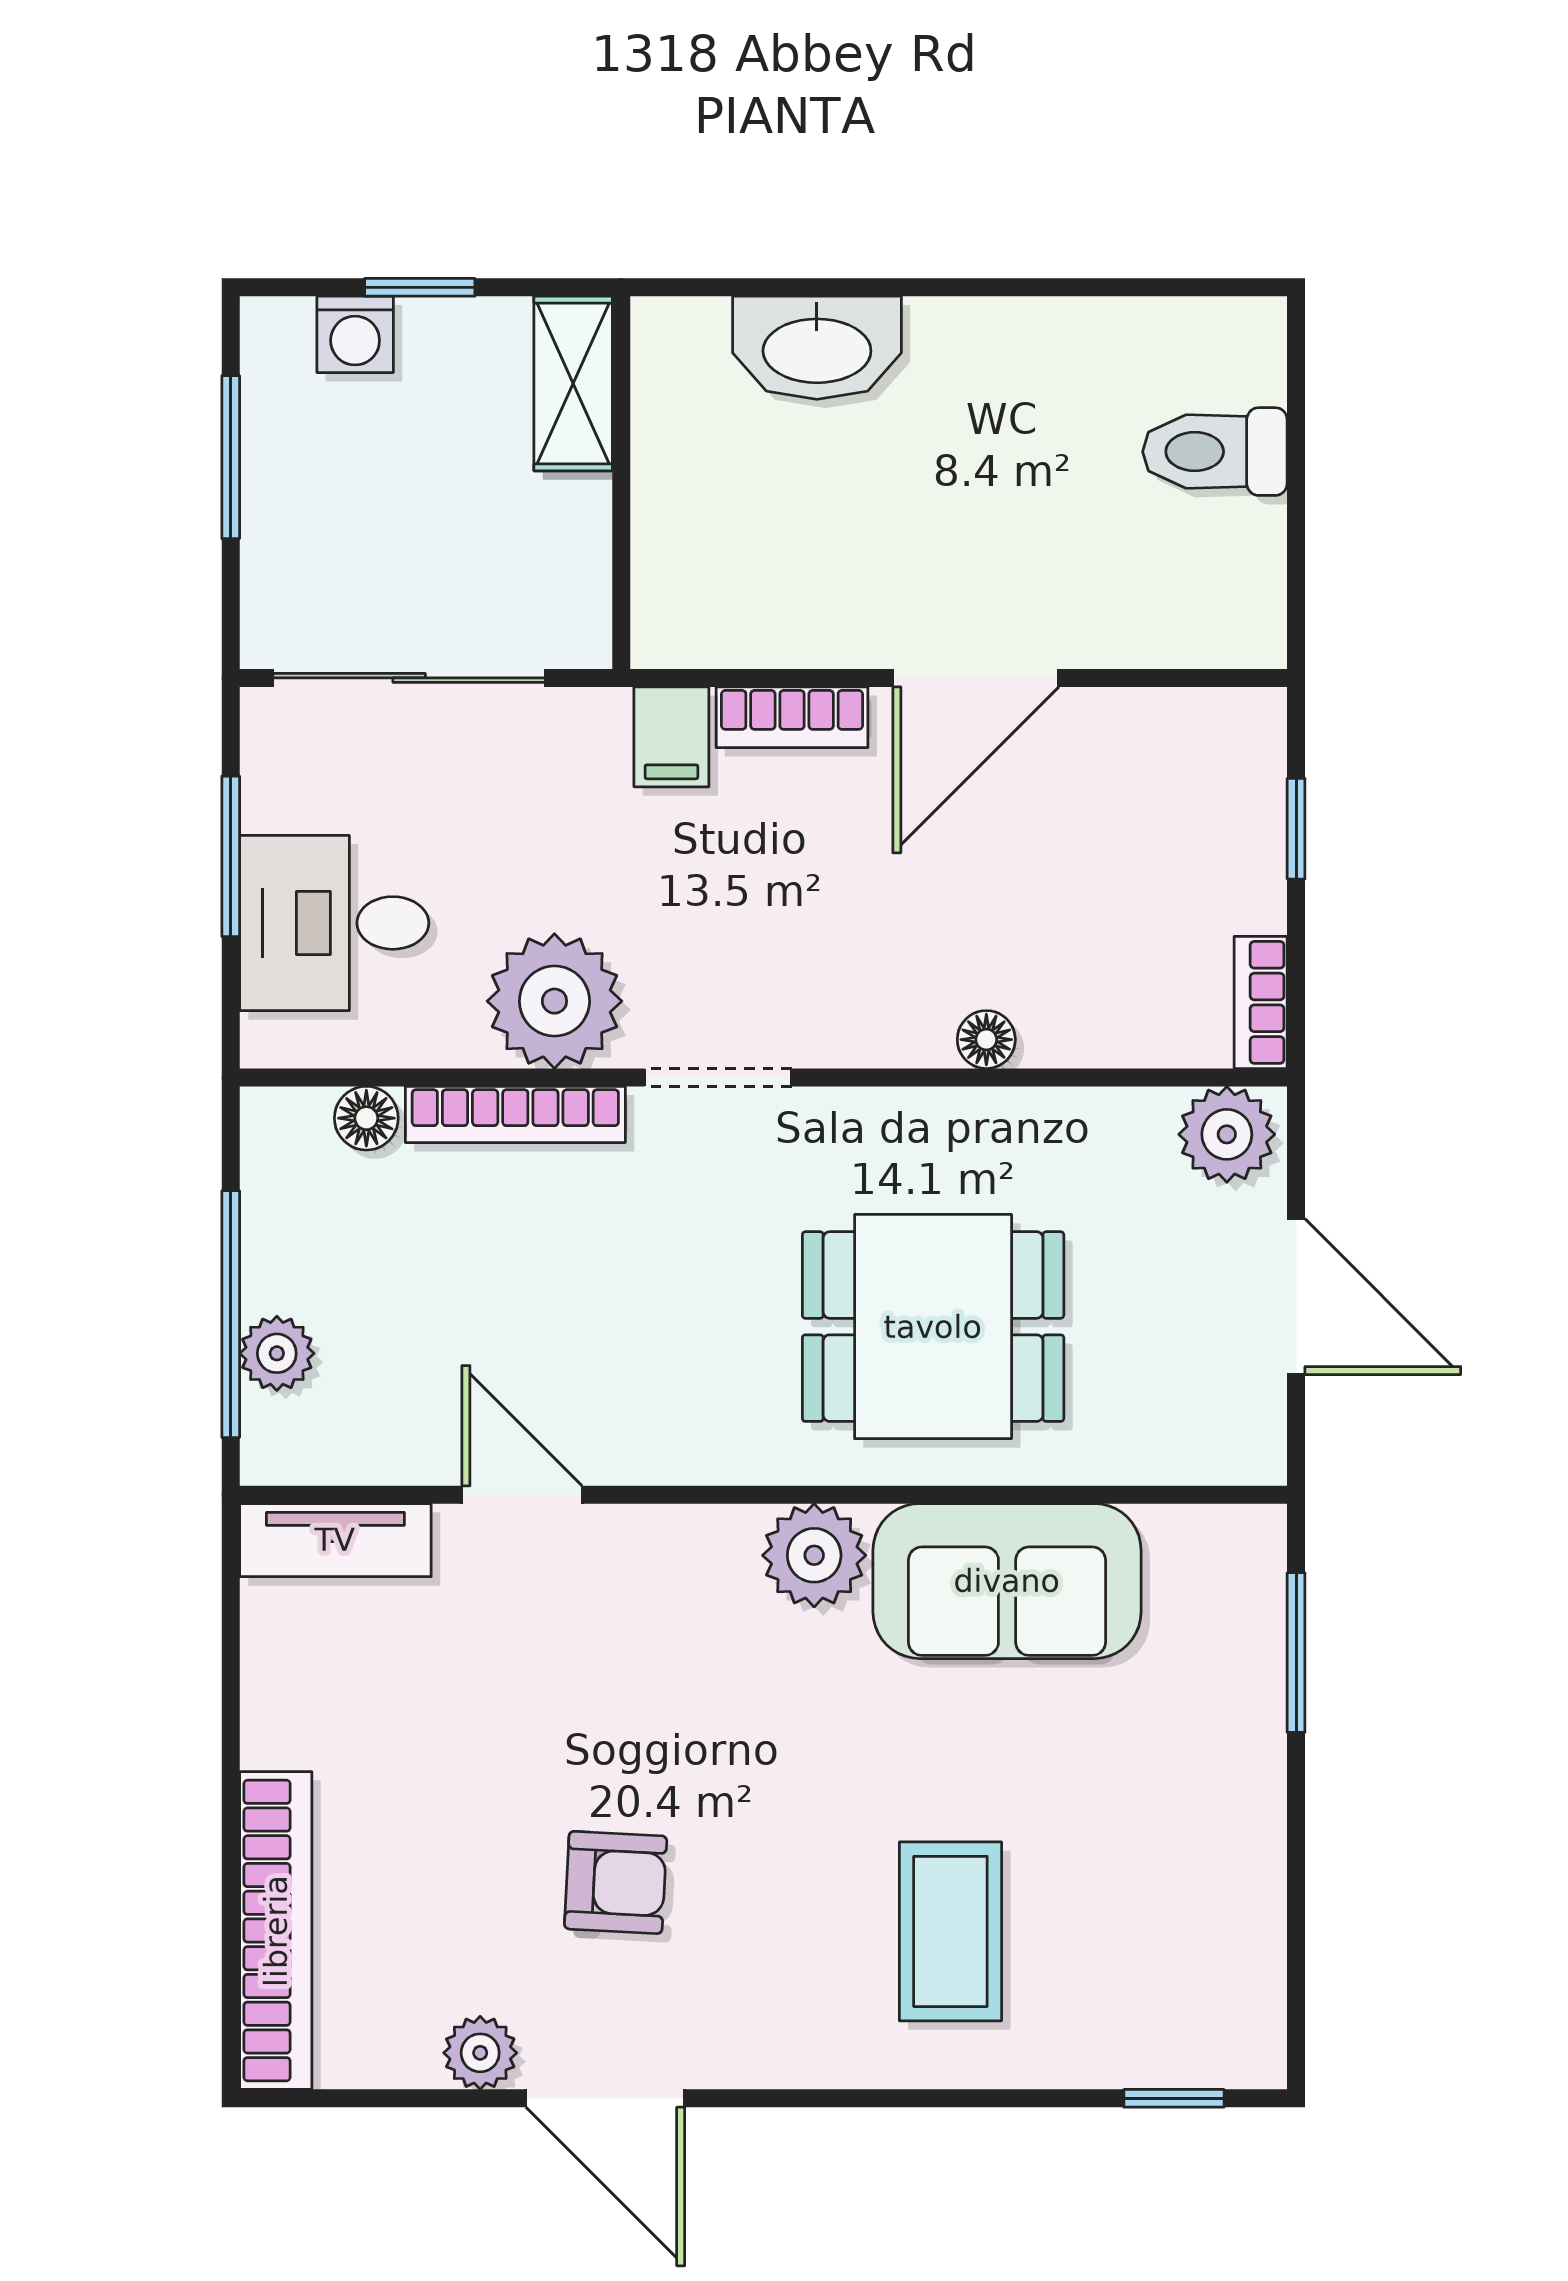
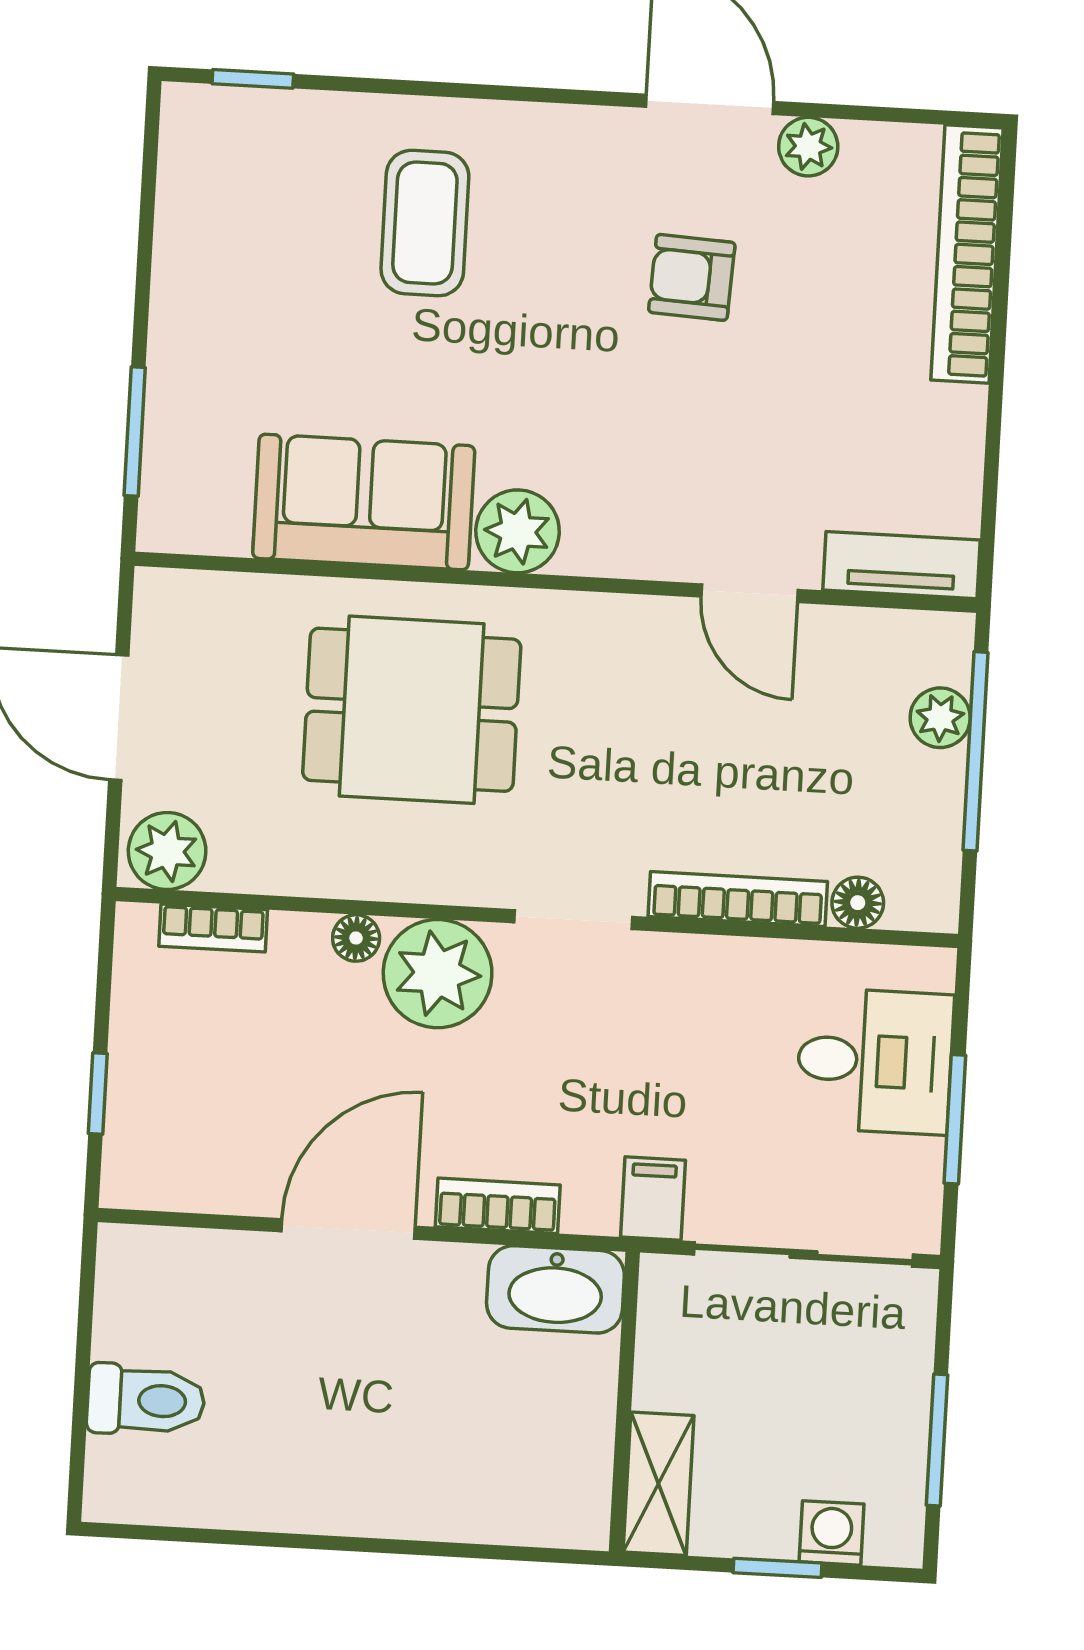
washbasin: (817, 348) -> (555, 1289), moved, turned 180
filing cabinet: (671, 737) -> (653, 1199), moved
plant: (554, 1001) -> (438, 974), moved
bookcase: (1261, 1002) -> (213, 928), moved, turned 90

